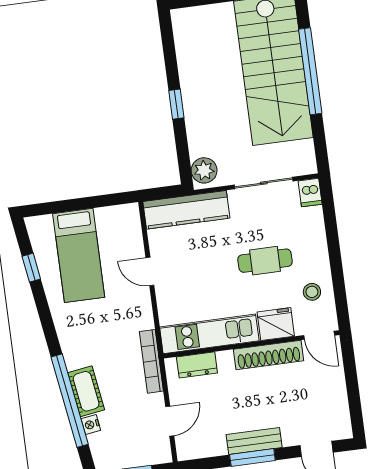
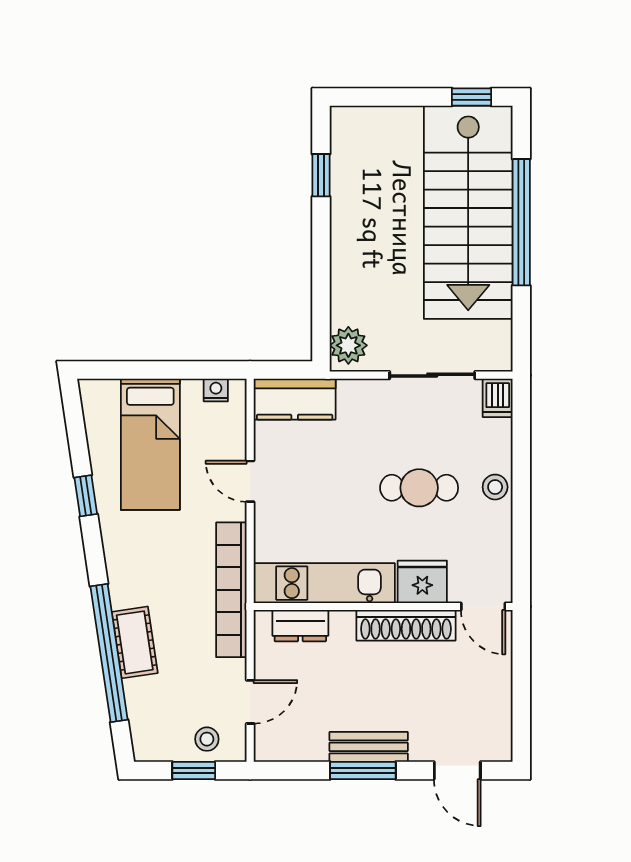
window: (176, 104) -> (321, 175), moved
kitchen counter: (186, 210) -> (295, 399), width x0.67
window: (31, 268) -> (86, 496), moved
stool: (312, 292) -> (495, 487), moved
bookcase: (151, 361) -> (231, 590), width x1.48, depth x1.31
nightstand: (91, 425) -> (216, 390), moved, turned 98
stool: (144, 450) -> (207, 739), added

